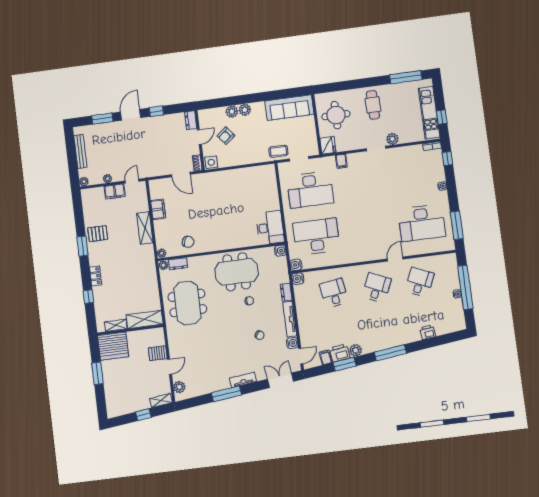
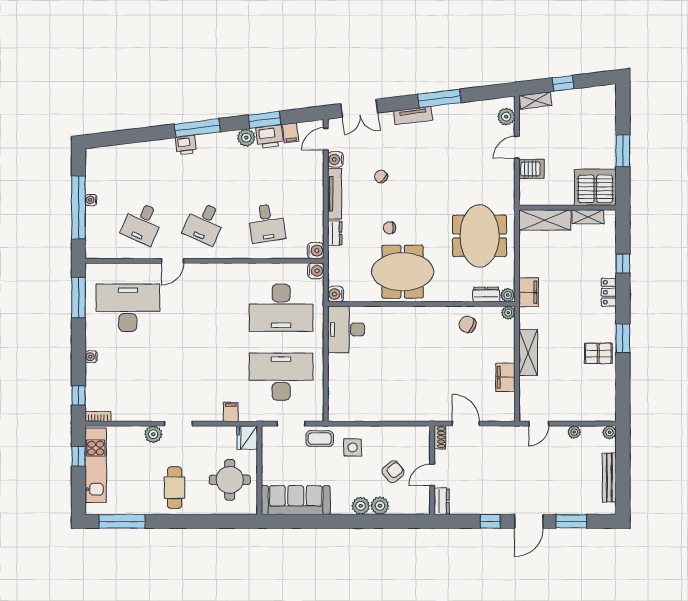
side table: (211, 162) -> (353, 447), moved
filing cabinet: (115, 191) -> (529, 292), moved, turned 90
printer: (428, 332) -> (186, 145), moved

